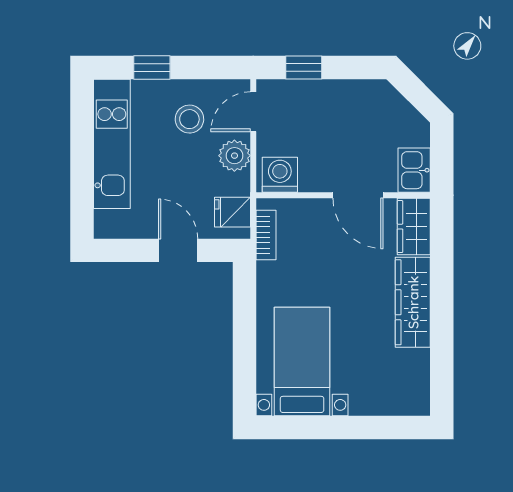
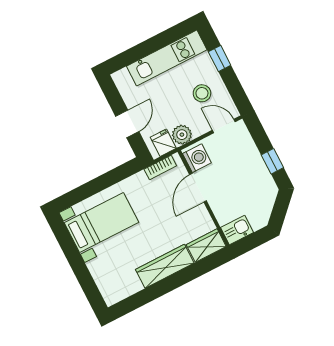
window: (304, 68) -> (272, 161), moved
plant: (234, 156) -> (182, 135), moved
door: (358, 195) -> (198, 188), moved

